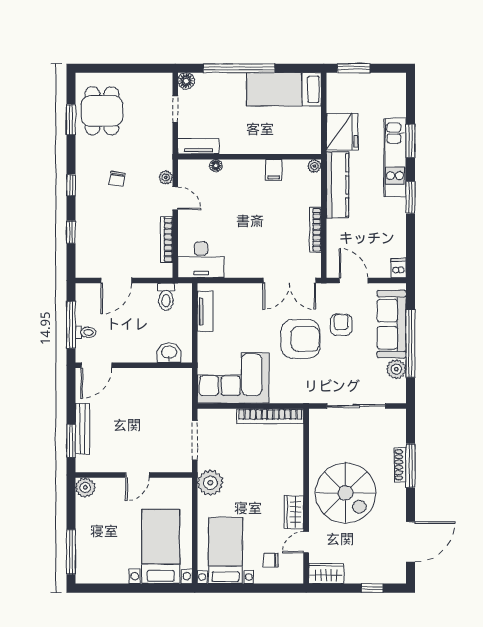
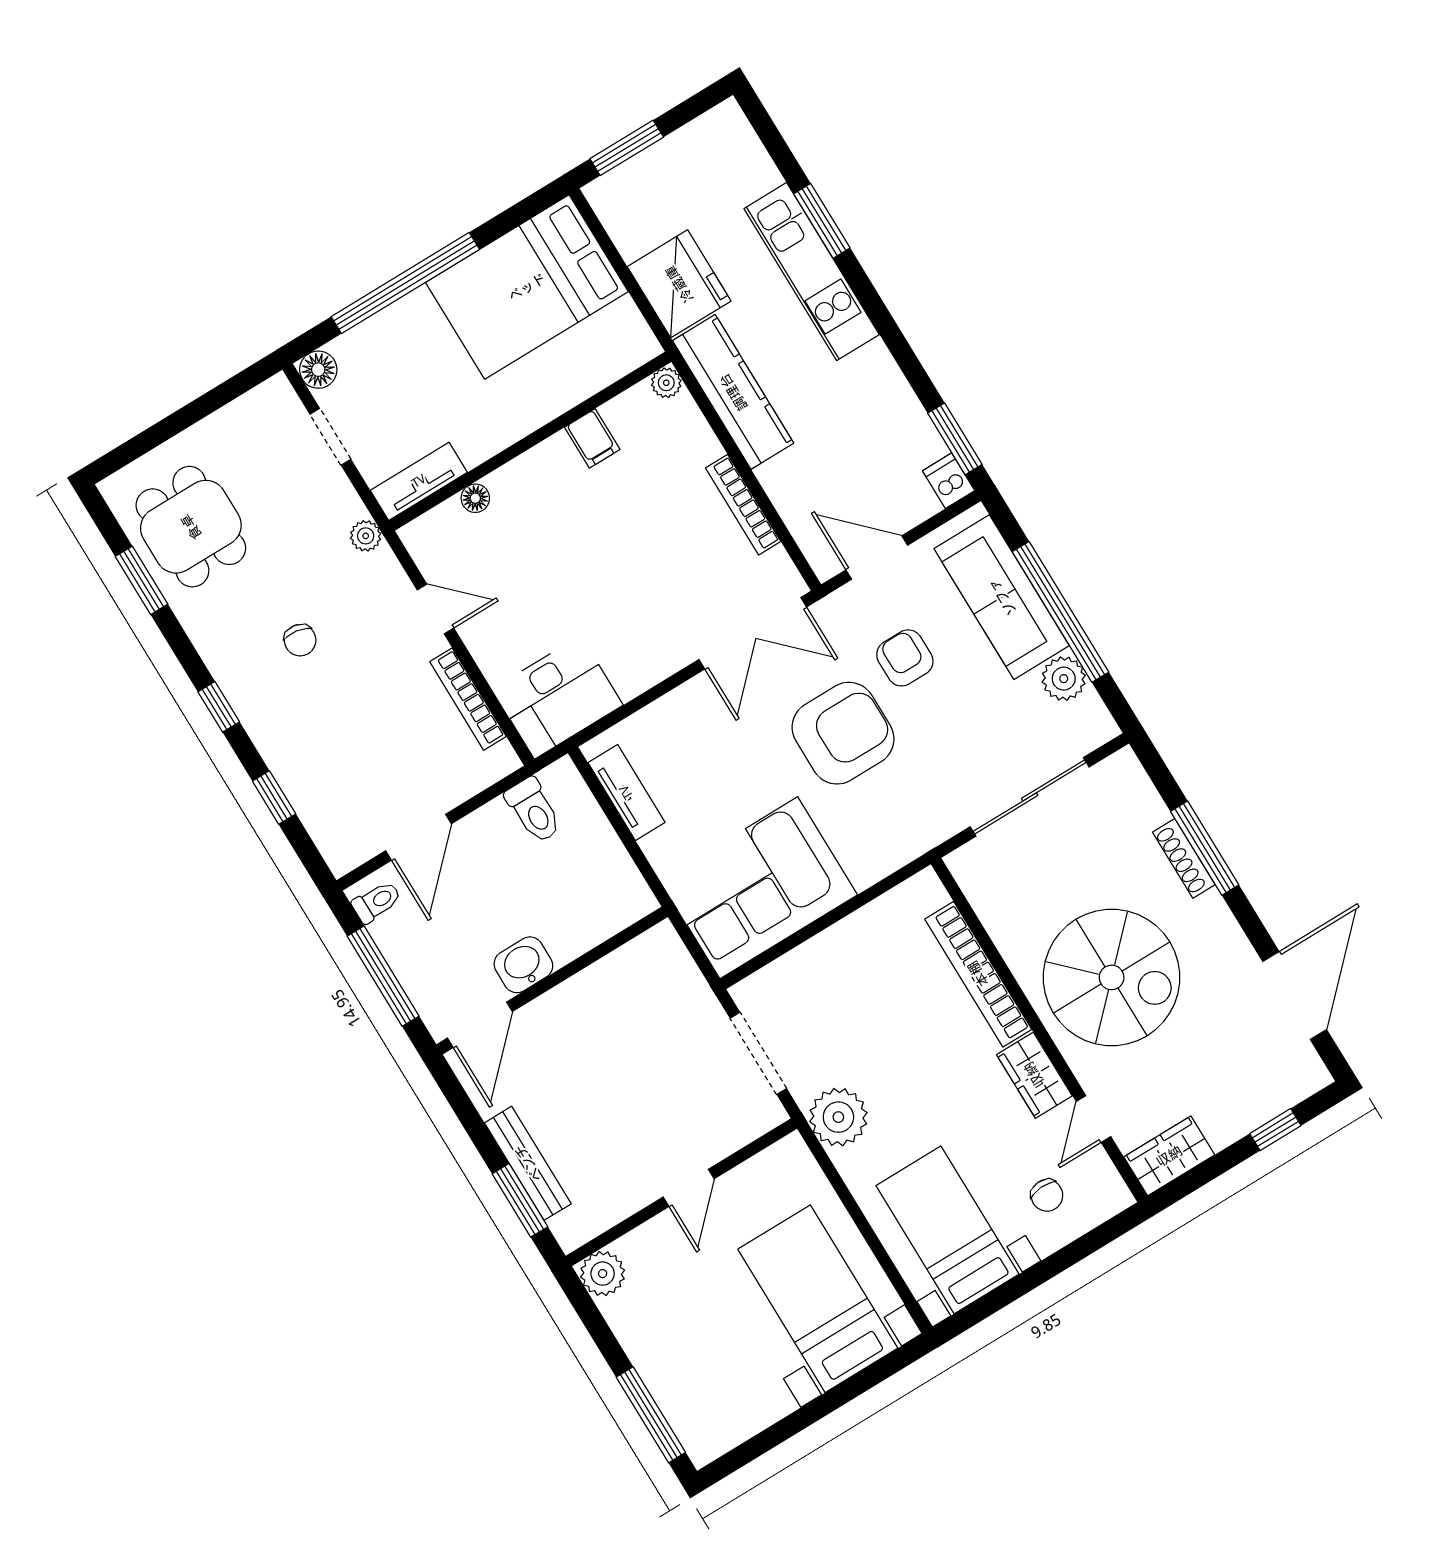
bed: (284, 89) -> (527, 287), width x1.50
plant: (166, 177) -> (366, 536), moved
window: (410, 197) -> (955, 439), moved
toilet: (86, 332) -> (377, 902), moved
washbasin: (169, 353) -> (523, 965), moved
bookcase: (270, 416) -> (978, 974), moved, turned 90
chair: (271, 560) -> (1047, 1195), turned -93

